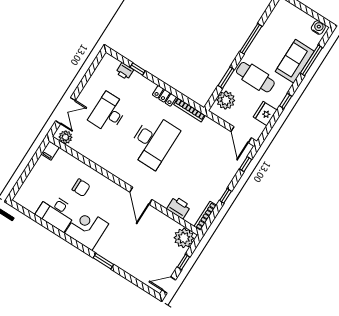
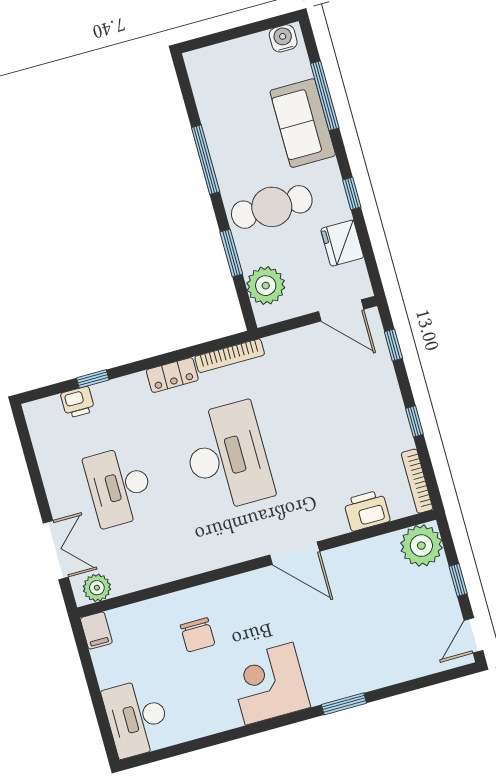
chair: (81, 188) -> (198, 635), turned 90
desk: (56, 212) -> (137, 718), moved, turned 90

